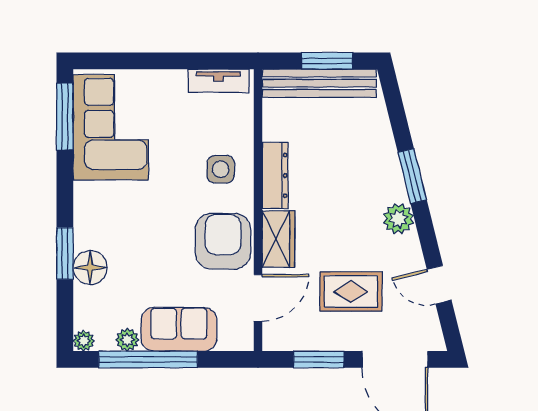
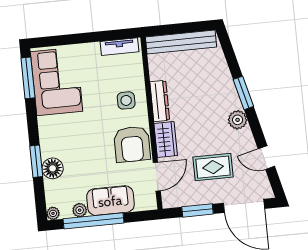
window: (327, 61) -> (184, 28), removed
armchair: (223, 241) -> (132, 144), turned 180

